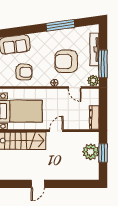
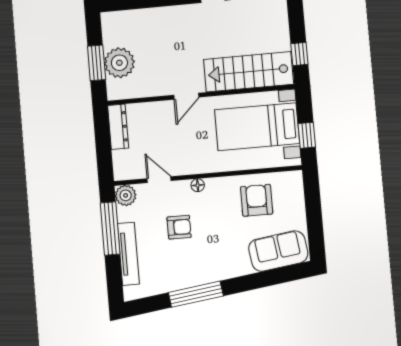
armchair: (66, 61) -> (179, 227), width x0.53, depth x0.53
armchair: (24, 72) -> (257, 200), turned 90

